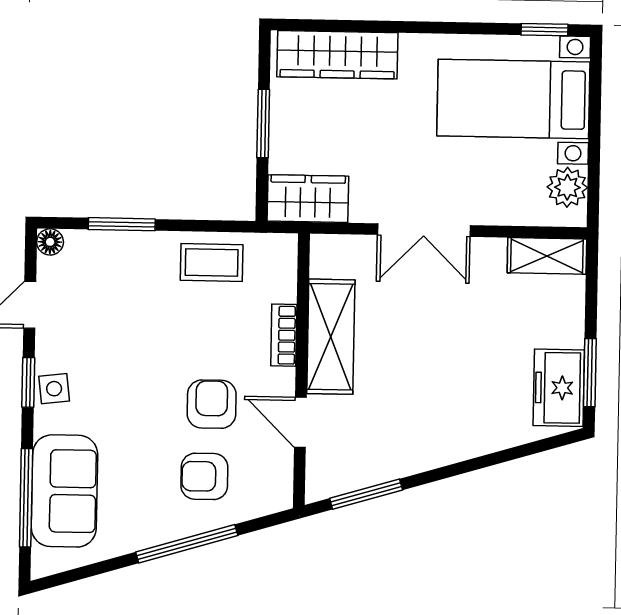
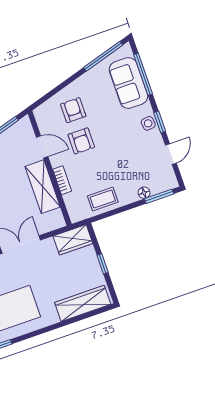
window: (263, 123) -> (103, 264), width x0.67
window: (122, 224) -> (159, 196), moved
floor lamp: (50, 242) -> (144, 193), moved
armchair: (204, 476) -> (73, 110), turned -90
window: (187, 544) -> (103, 56), moved

